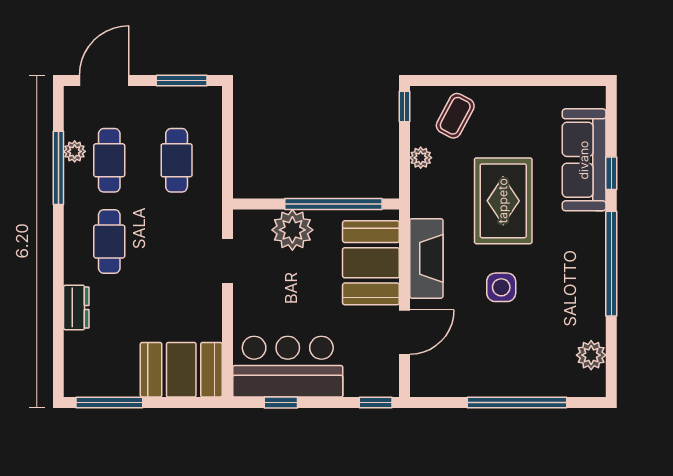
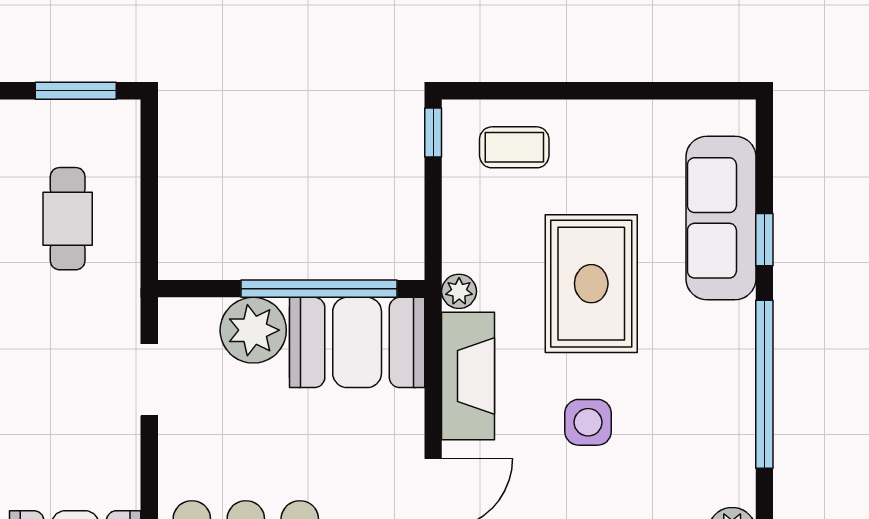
coffee table: (455, 116) -> (514, 147), turned 62
plant: (421, 158) -> (459, 291), moved
booth: (371, 263) -> (357, 342), moved, turned 90

